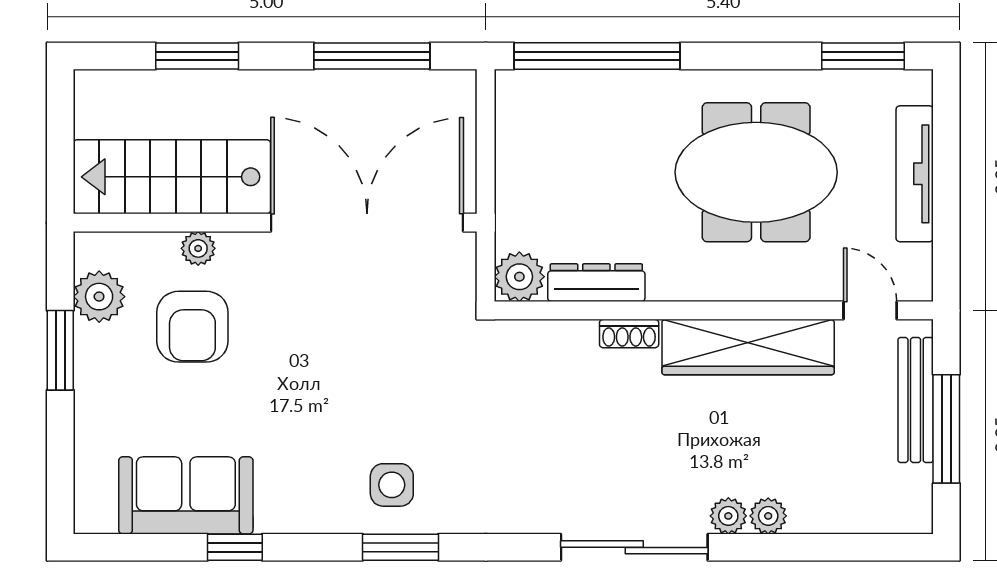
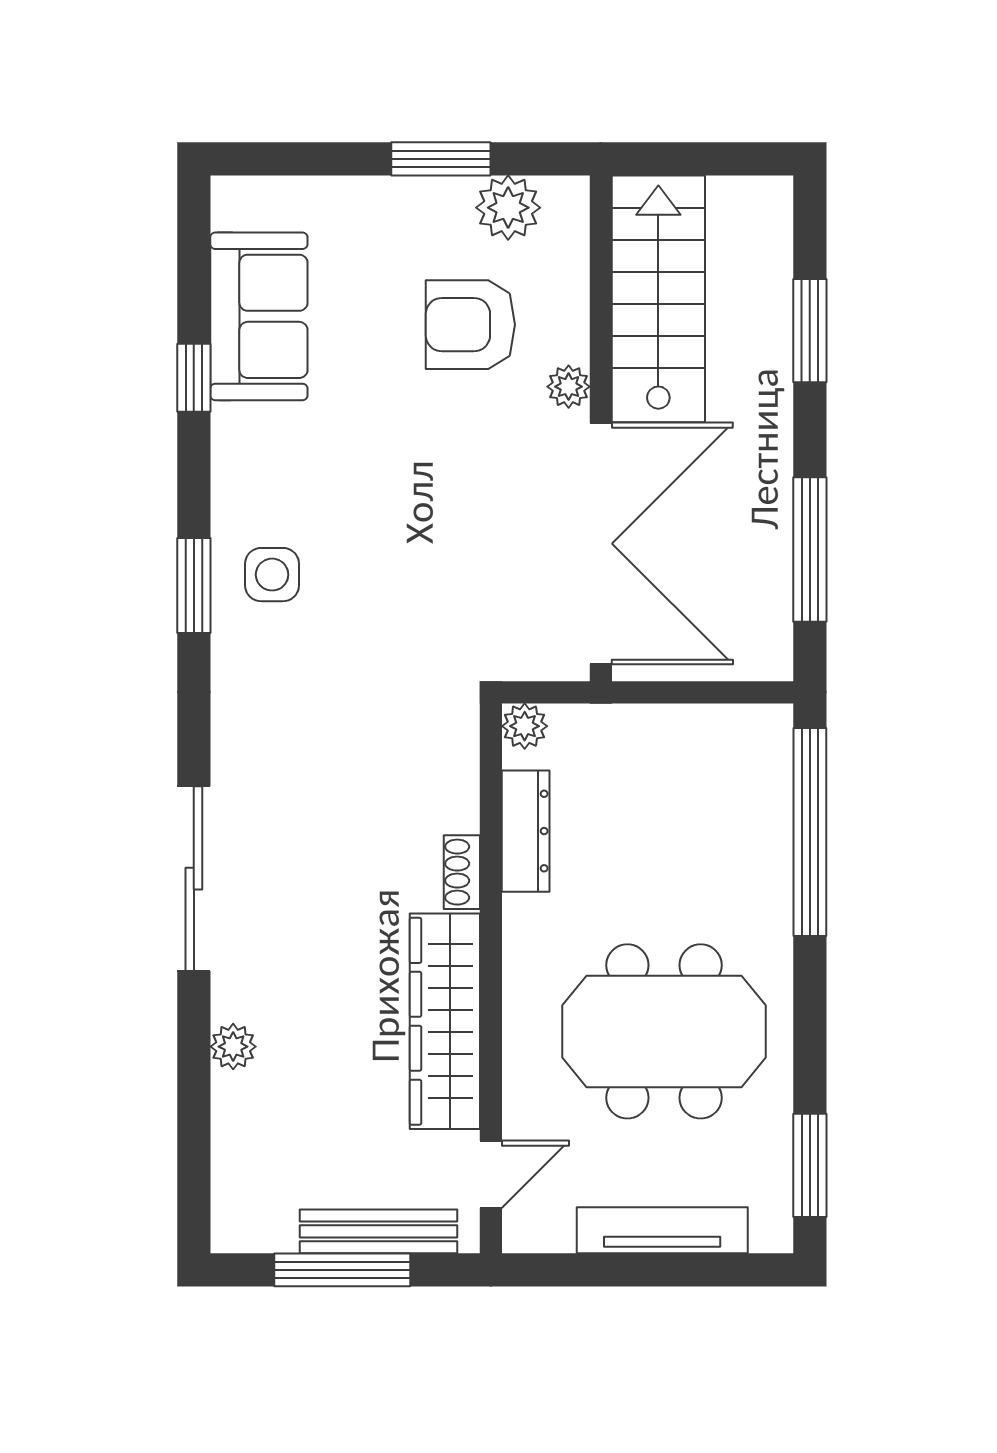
meeting table: (756, 172) -> (664, 1031), turned 90
plant: (198, 248) -> (569, 387), moved
plant: (519, 277) -> (525, 726), width x0.73, depth x0.73
plant: (728, 516) -> (233, 996), removed

